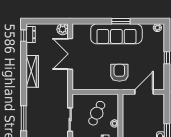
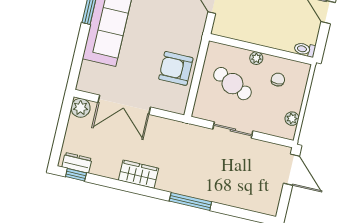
wardrobe: (32, 71) -> (138, 174), width x0.67
armchair: (119, 73) -> (176, 68), moved
window: (24, 118) -> (190, 201), moved

